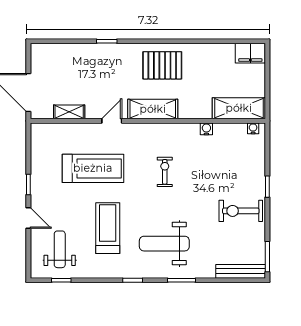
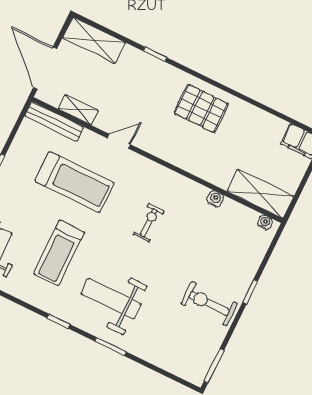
shelving: (153, 109) -> (94, 40), moved
treadmill: (108, 228) -> (59, 253), turned 180
bench: (241, 271) -> (54, 121), moved

